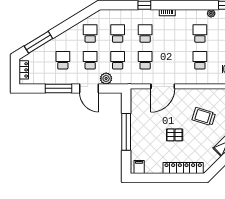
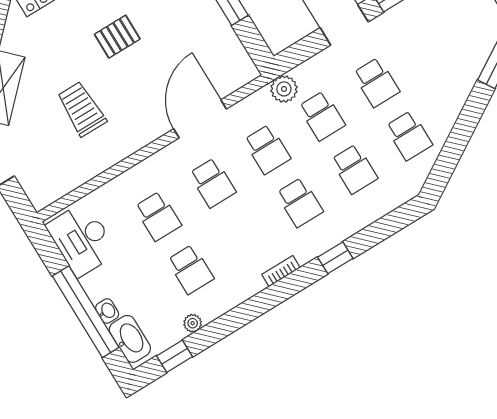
school desk: (63, 60) -> (213, 183), moved
plant: (106, 78) -> (284, 89), moved
trolley: (204, 116) -> (82, 109), turned -107

